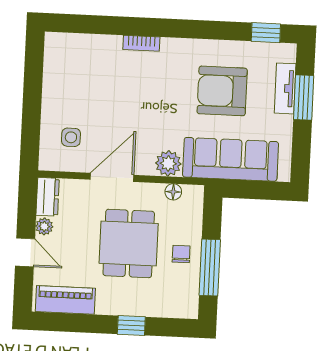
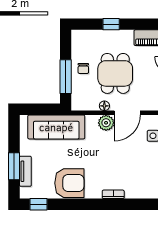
armchair: (222, 91) -> (69, 183), moved
plant: (168, 163) -> (106, 123), moved
floor lamp: (173, 192) -> (104, 106), moved
window: (210, 268) -> (66, 77), moved

